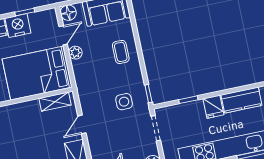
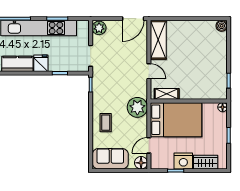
plant: (75, 53) -> (137, 107), moved, width x1.88, depth x1.88
side table: (124, 102) -> (111, 82), removed
door: (82, 124) -> (149, 71), hinge flipped

